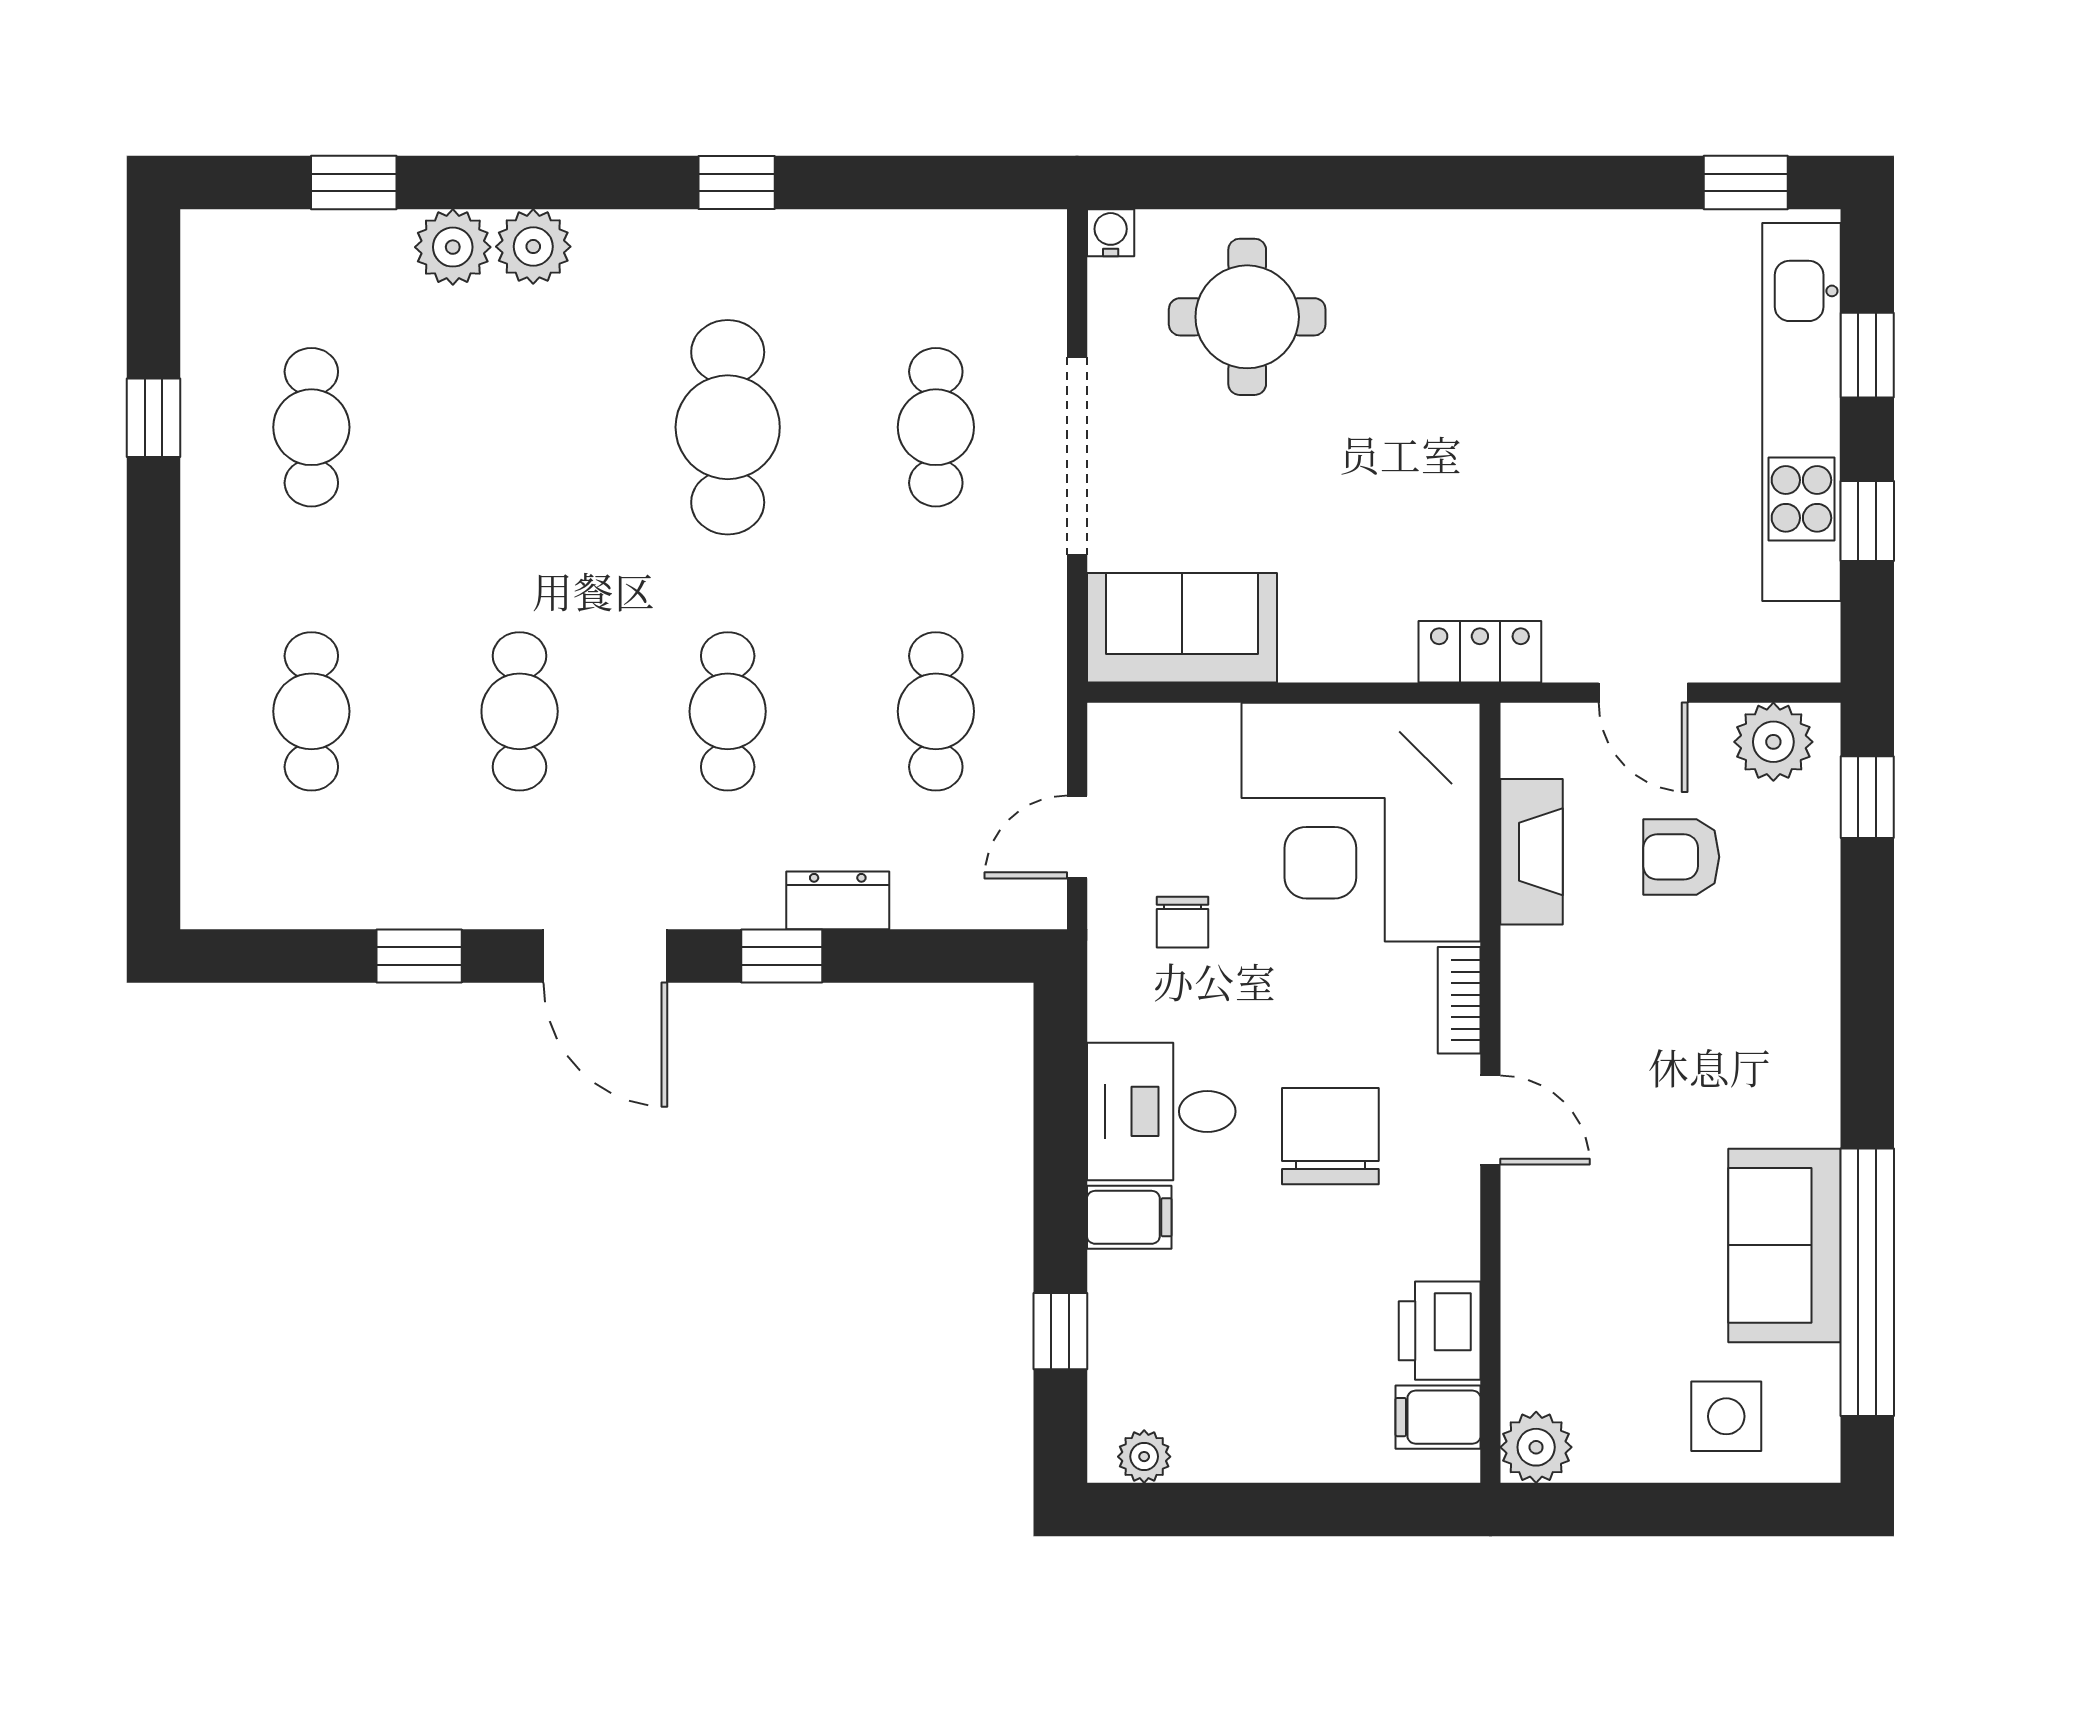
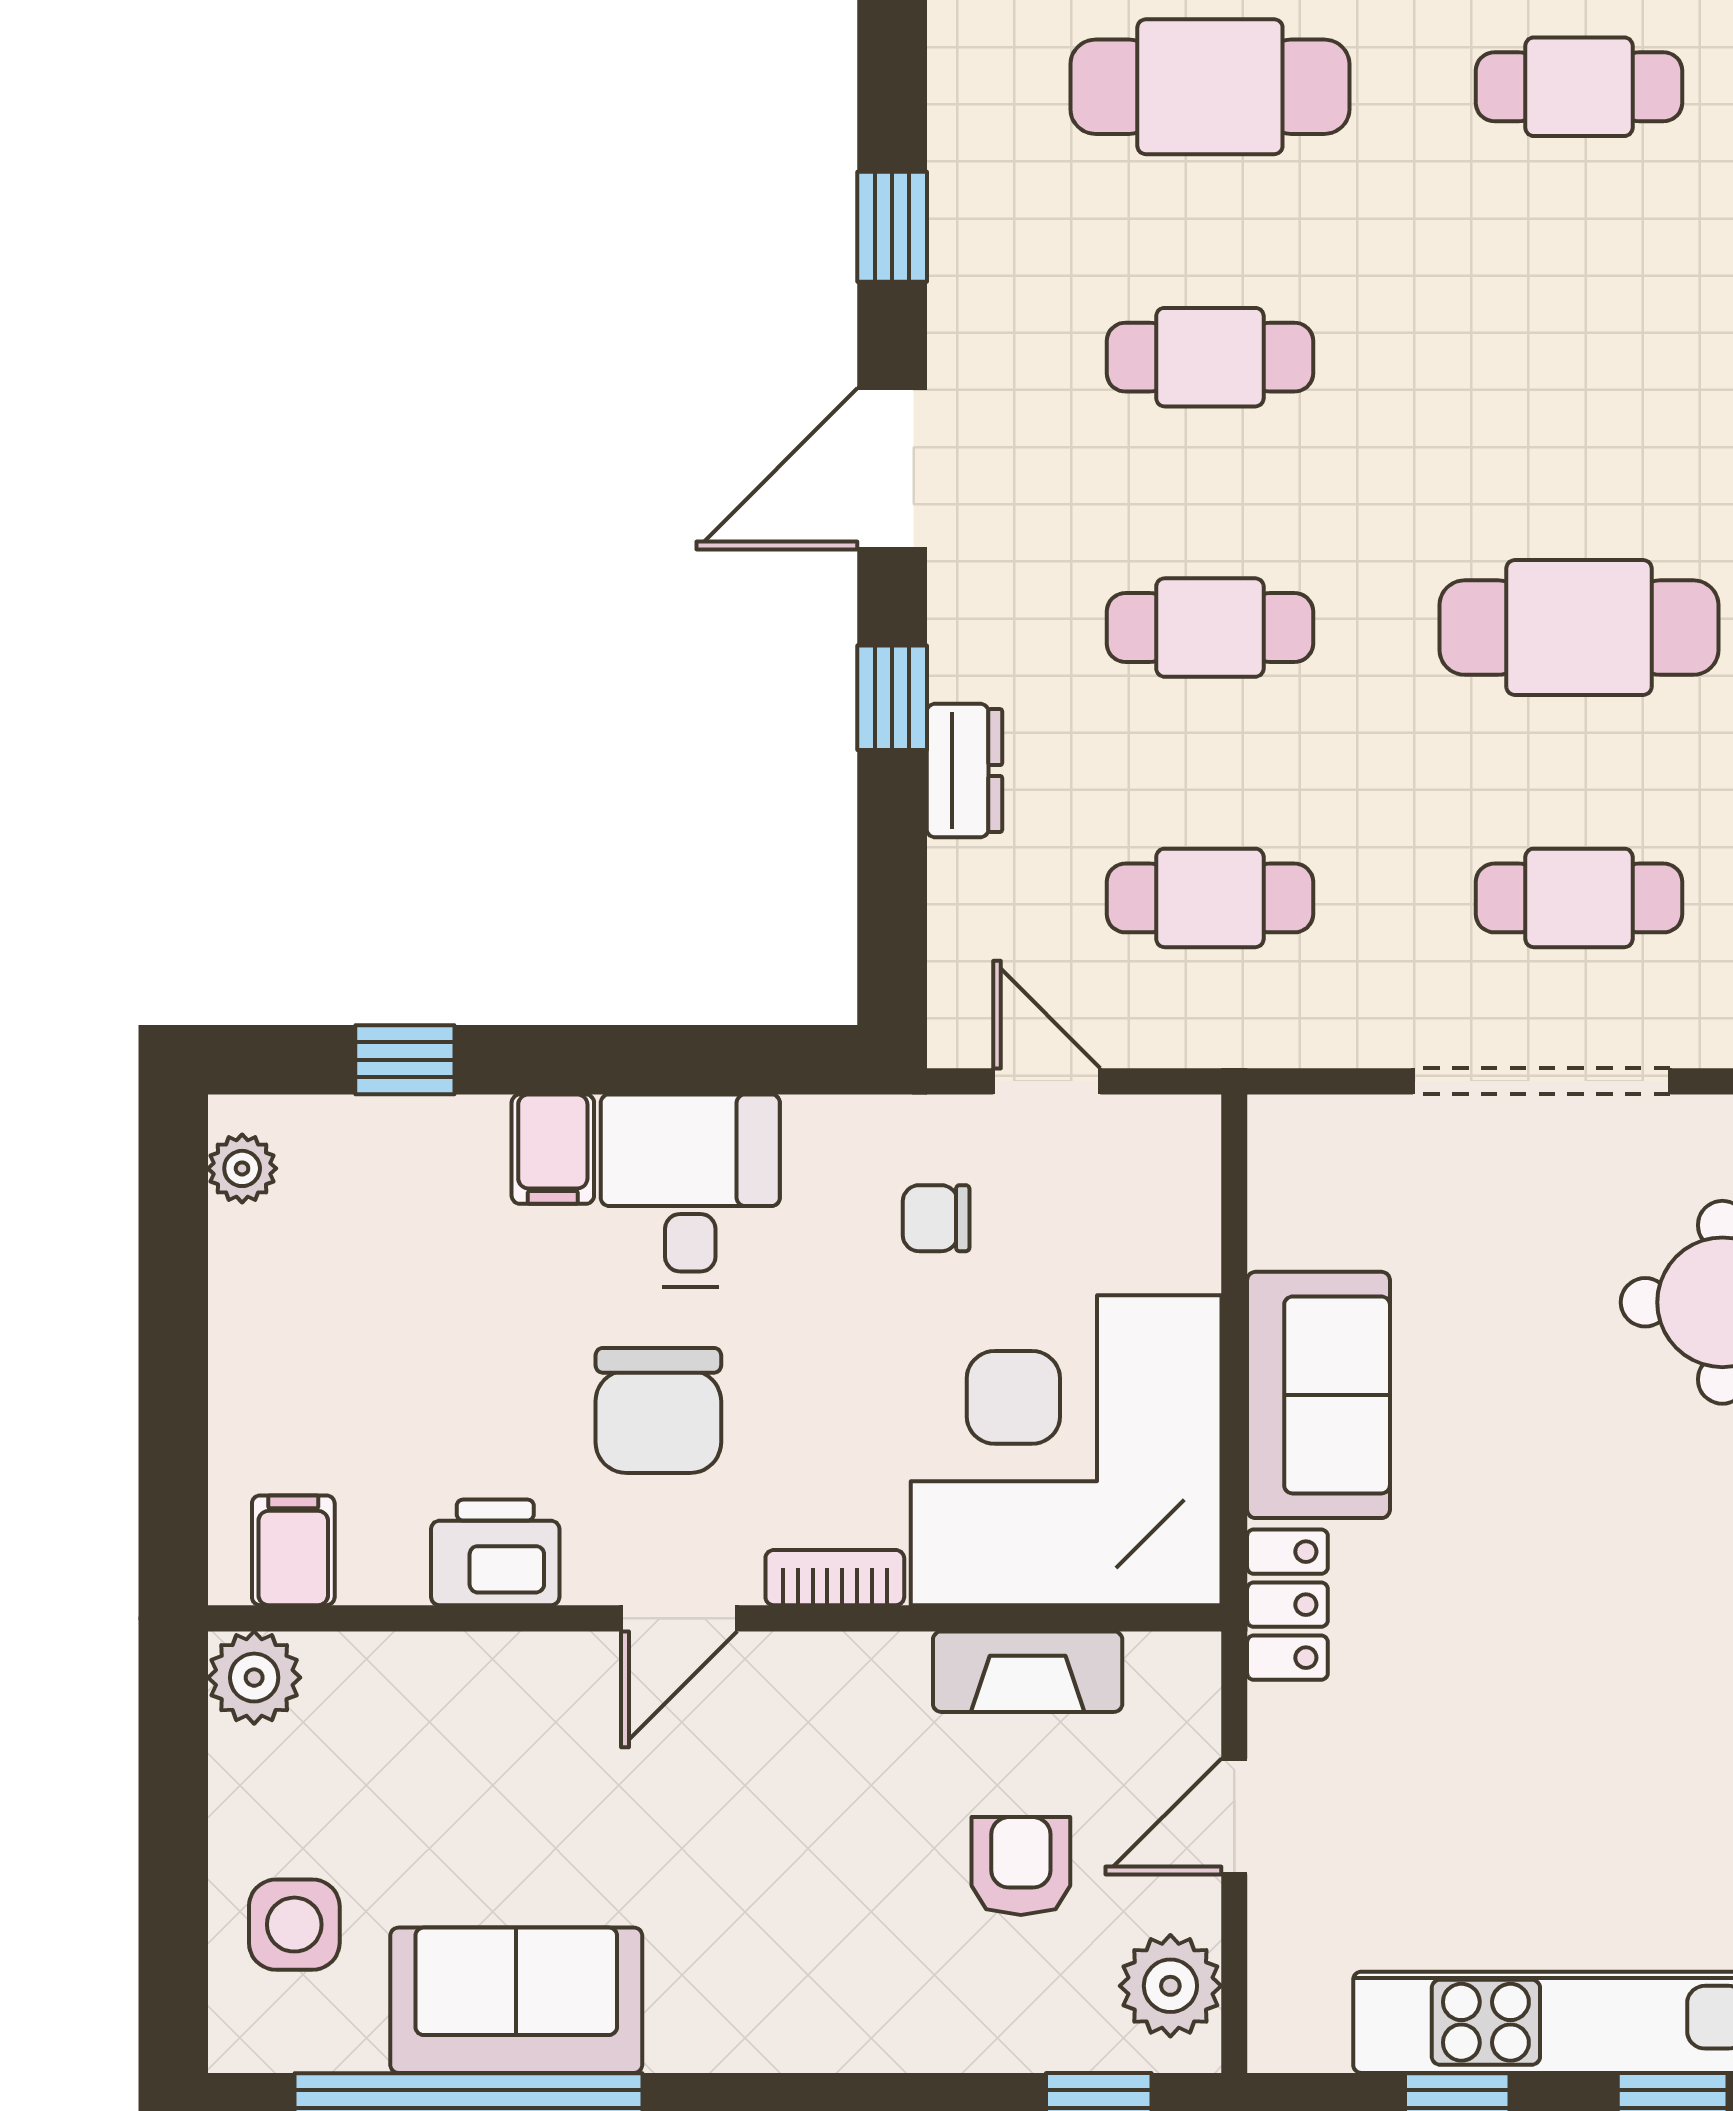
sofa: (1182, 628) -> (1319, 1395), moved
cafe table: (311, 711) -> (1210, 87), width x1.37, depth x1.35
chair: (1330, 1136) -> (658, 1410), turned 90
printer: (1440, 1331) -> (495, 1552), moved

